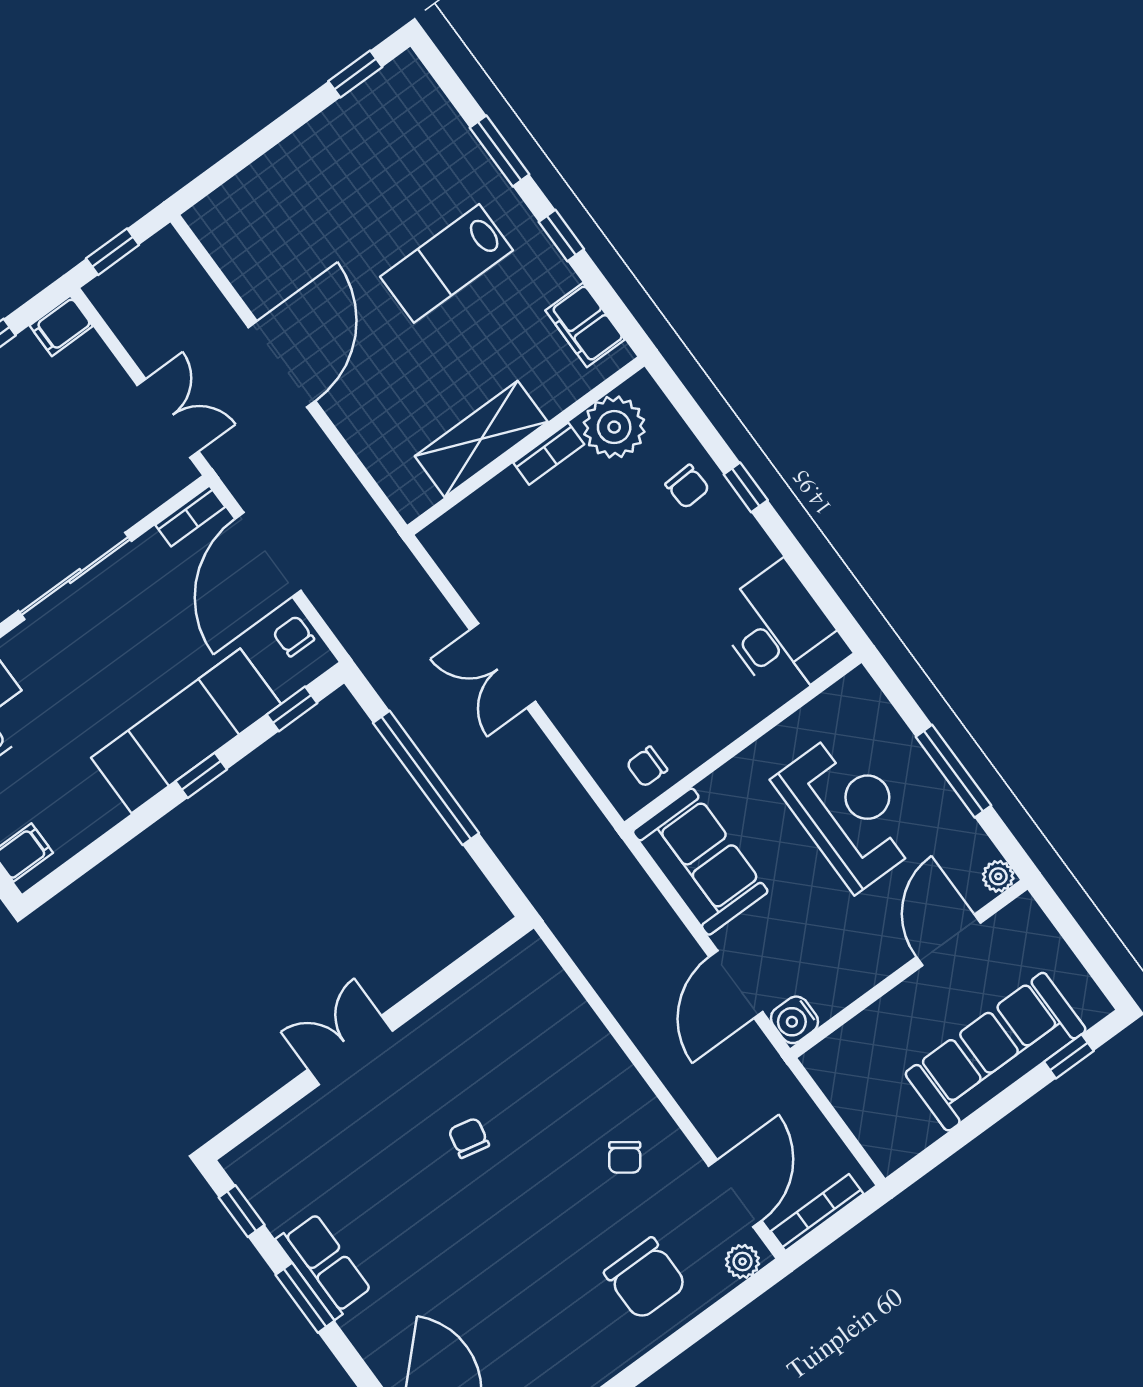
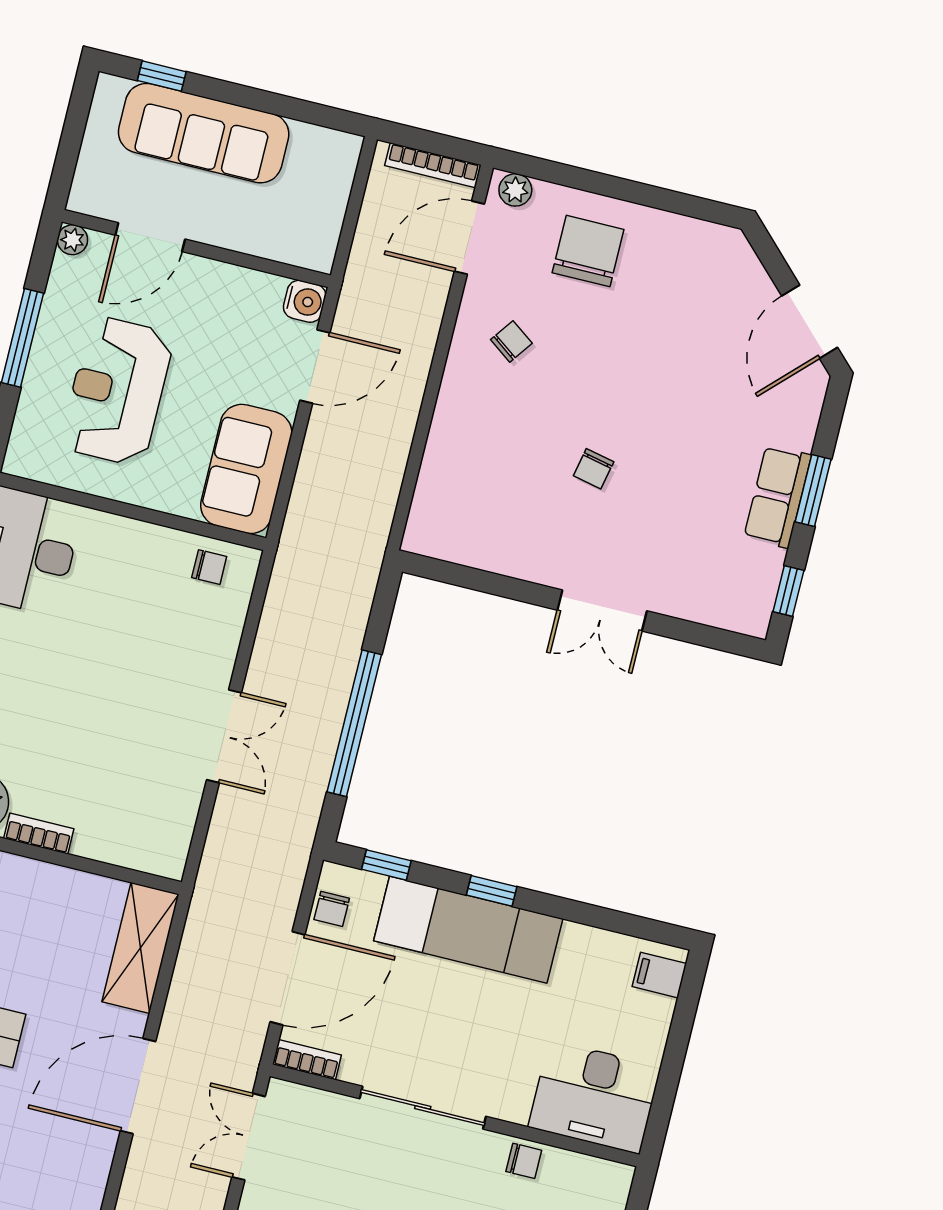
shelving: (481, 439) -> (140, 948), moved, turned 90

